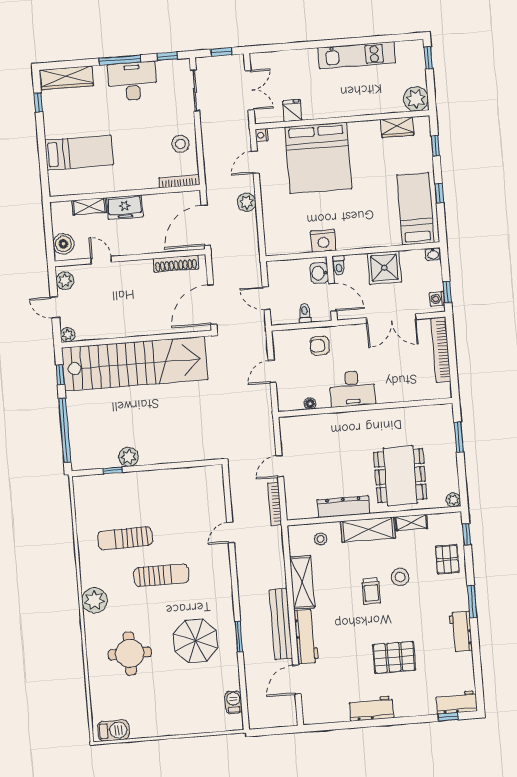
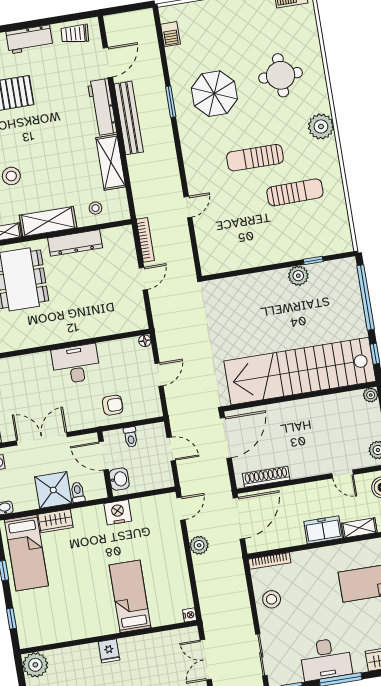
fridge: (292, 111) -> (109, 651), moved
wardrobe: (397, 127) -> (56, 521), moved, turned 180
bed: (318, 158) -> (130, 596), width x0.49
door: (255, 162) -> (181, 509), moved
toilet: (339, 265) -> (78, 492), moved
floor lamp: (310, 404) -> (145, 341), moved
trolley: (371, 591) -> (75, 34), moved, turned -86

